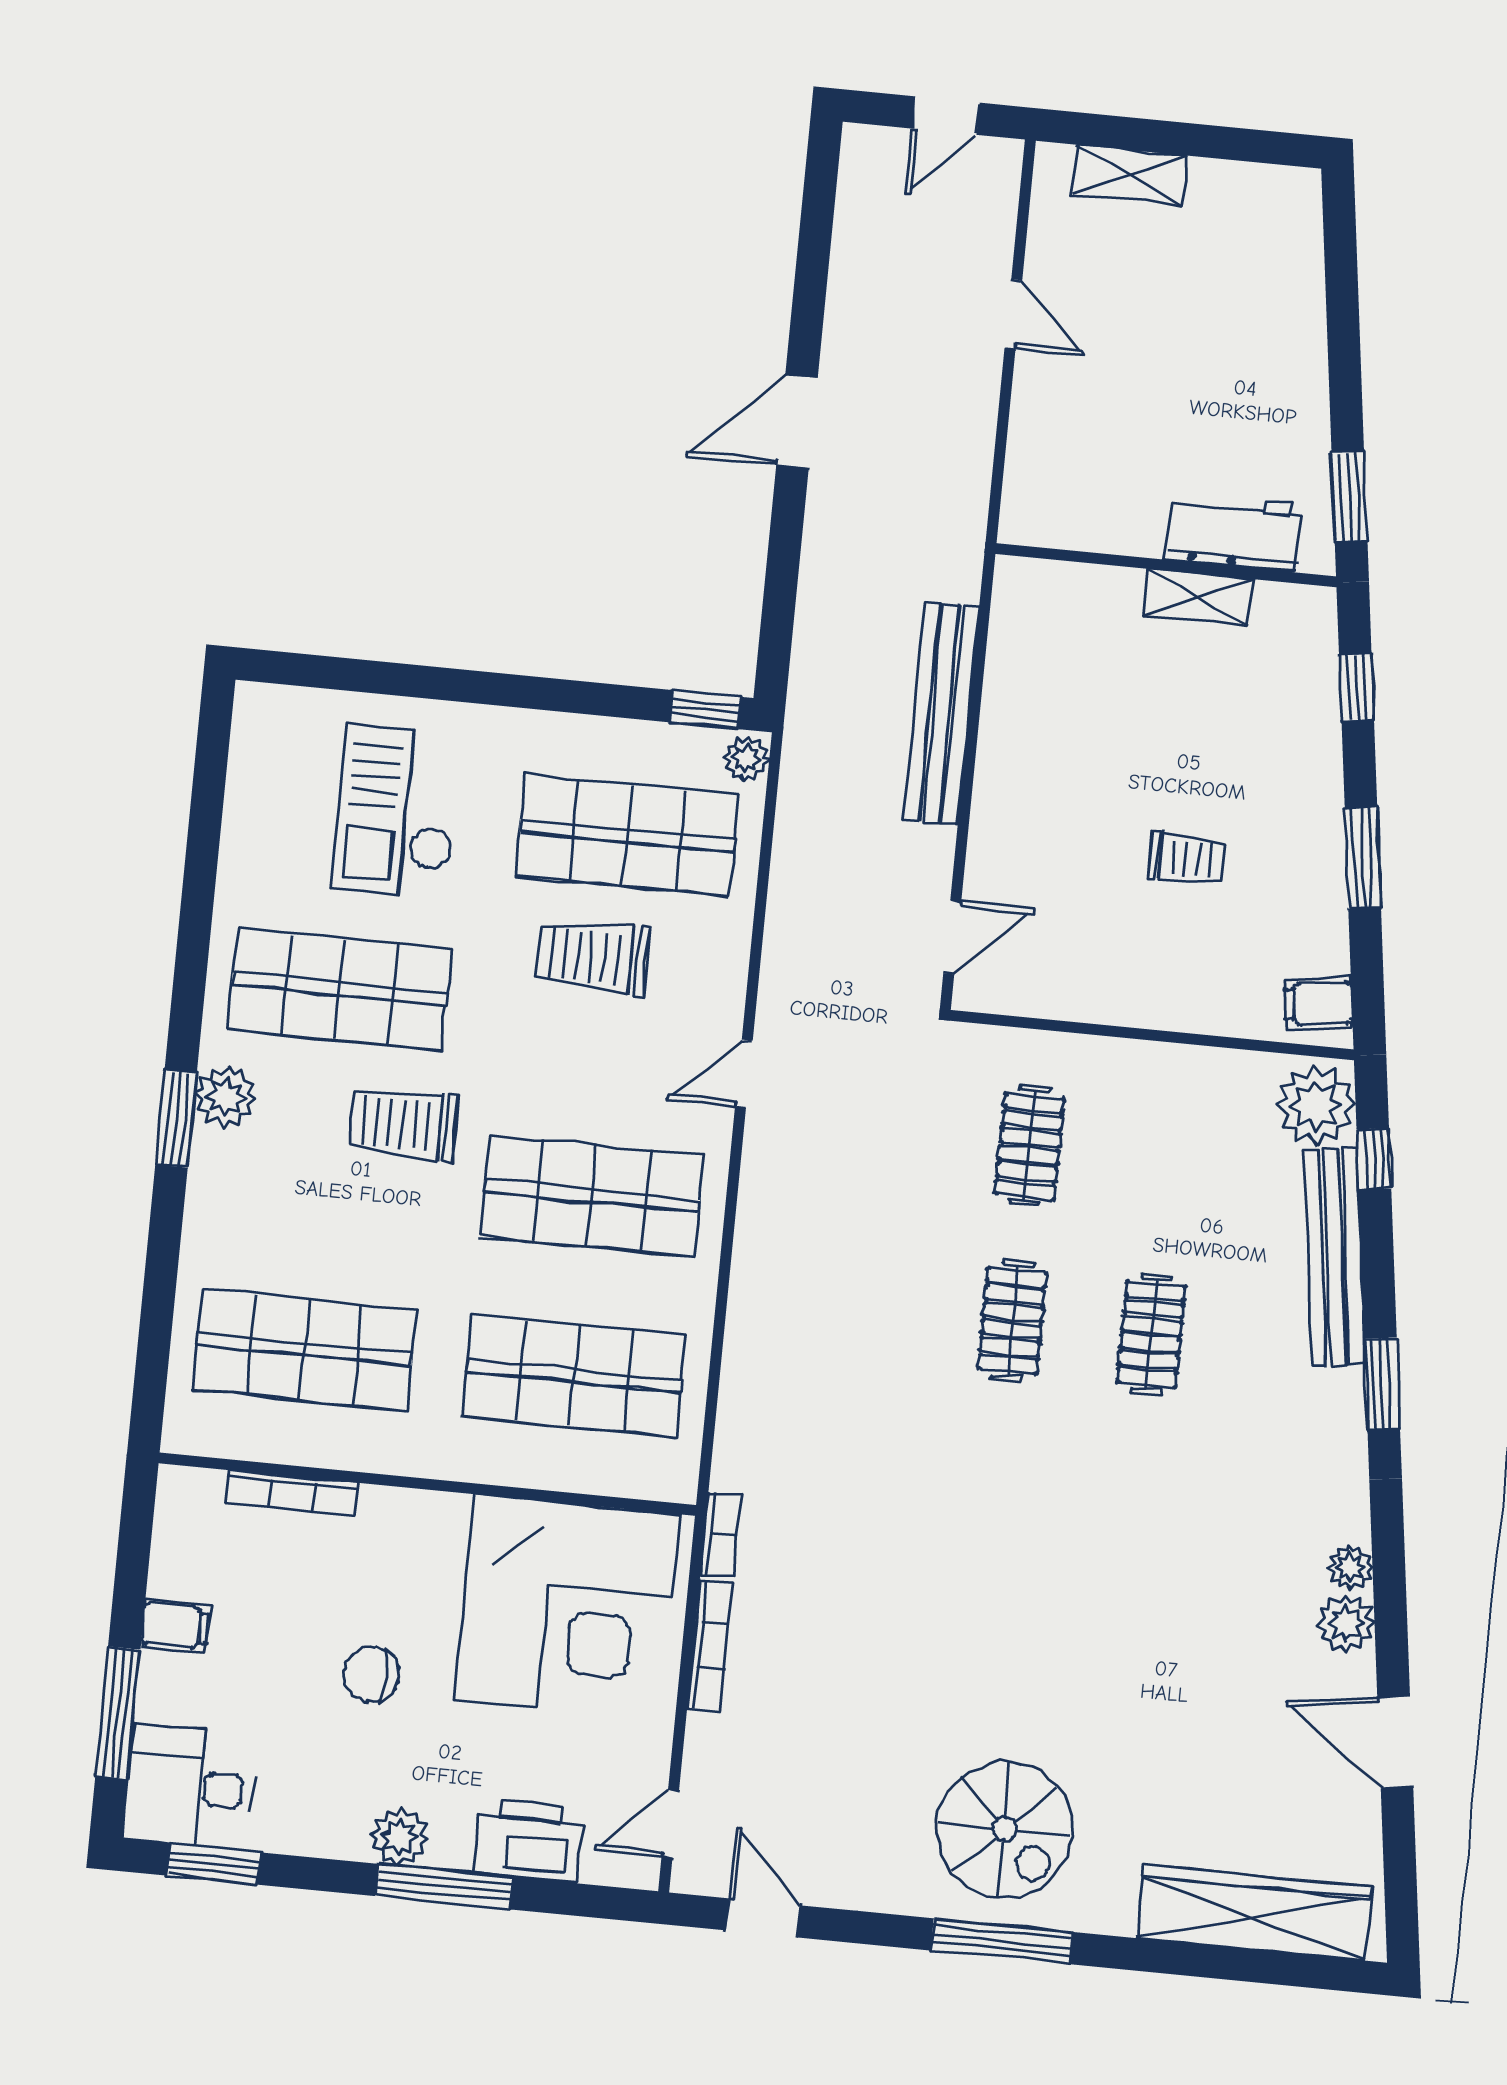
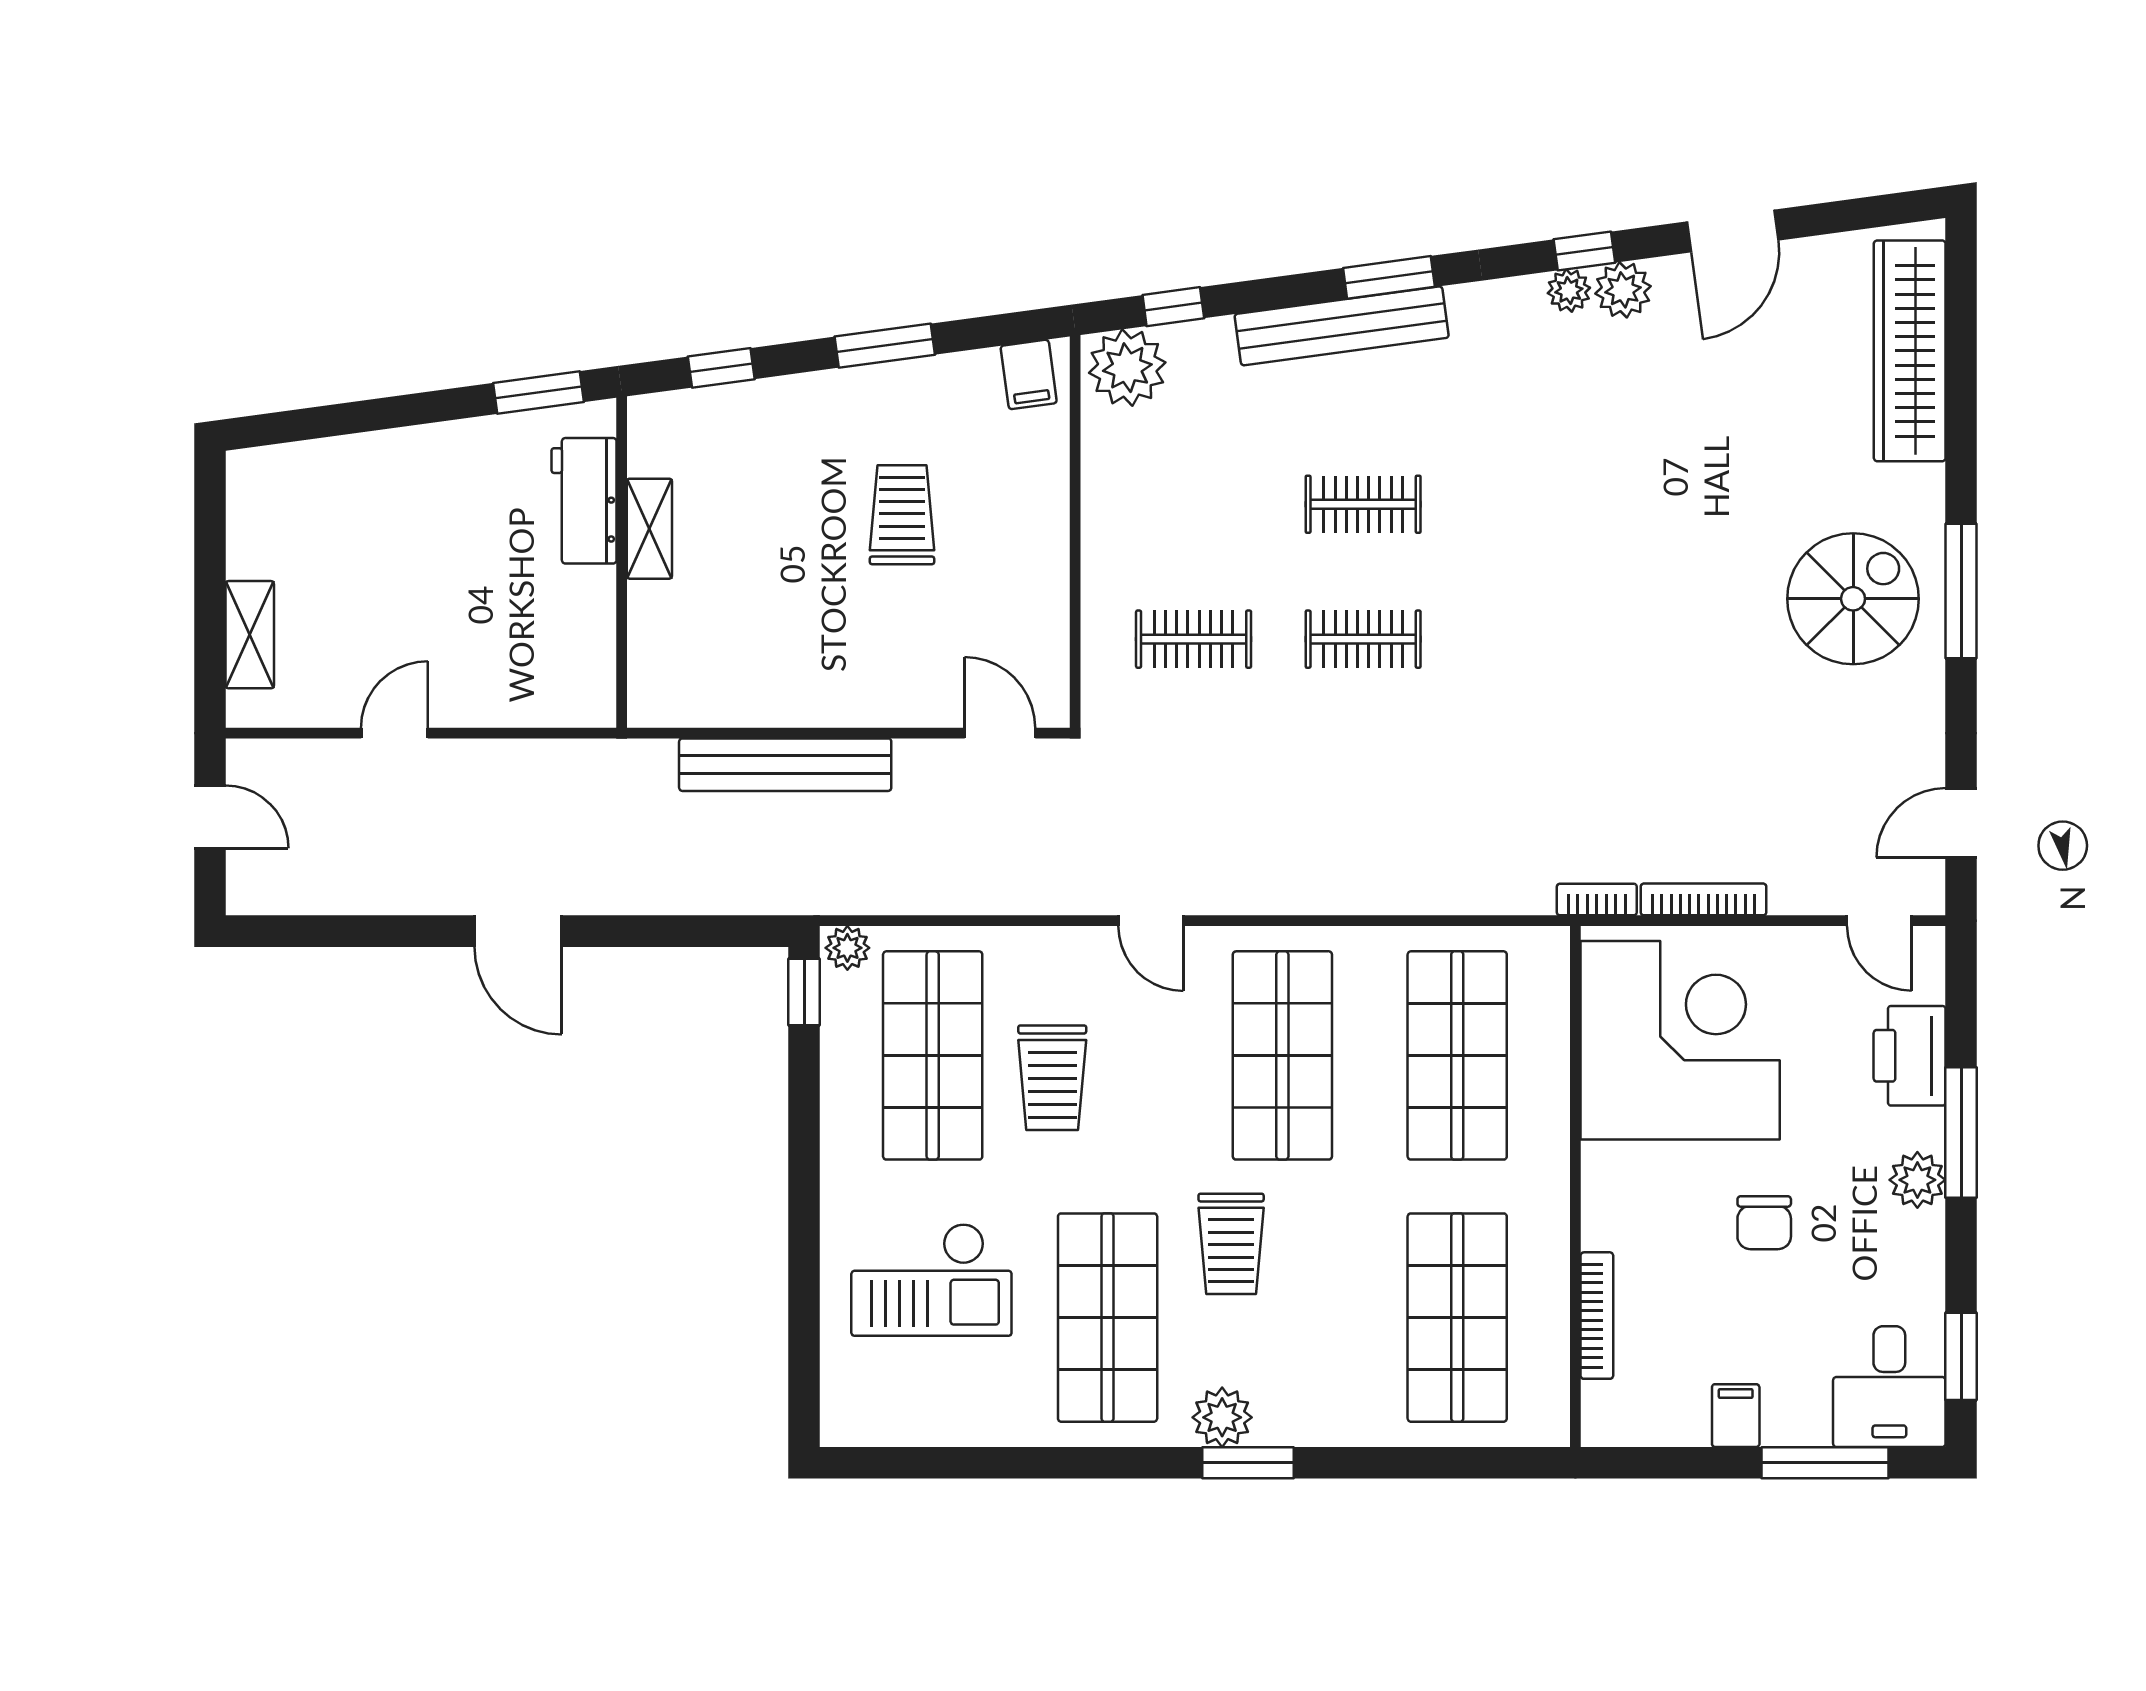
trolley: (1187, 859) -> (902, 515), width x1.36, depth x1.39
bench: (1334, 1257) -> (1342, 326), moved
window: (1390, 1588) -> (1584, 251), added

